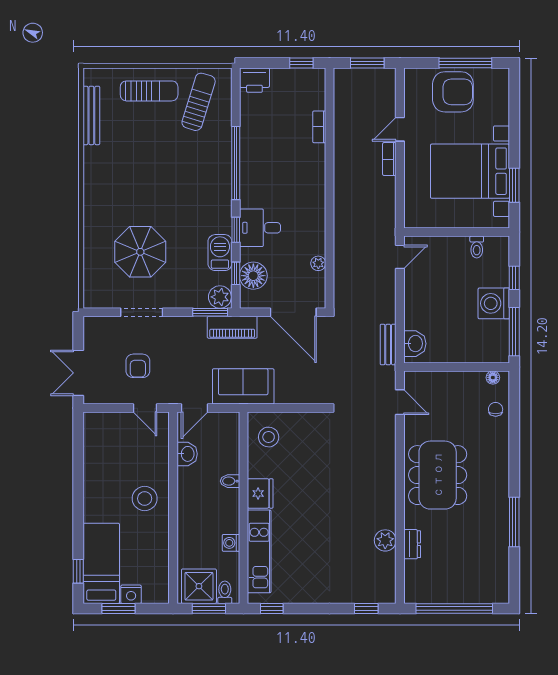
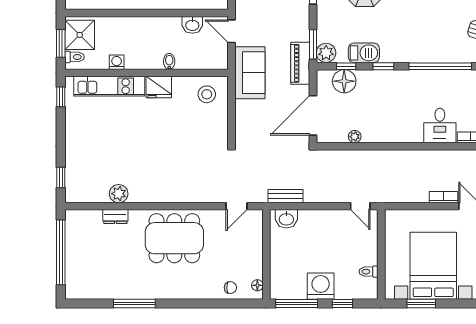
desk: (260, 228) -> (440, 125), moved, turned 180

